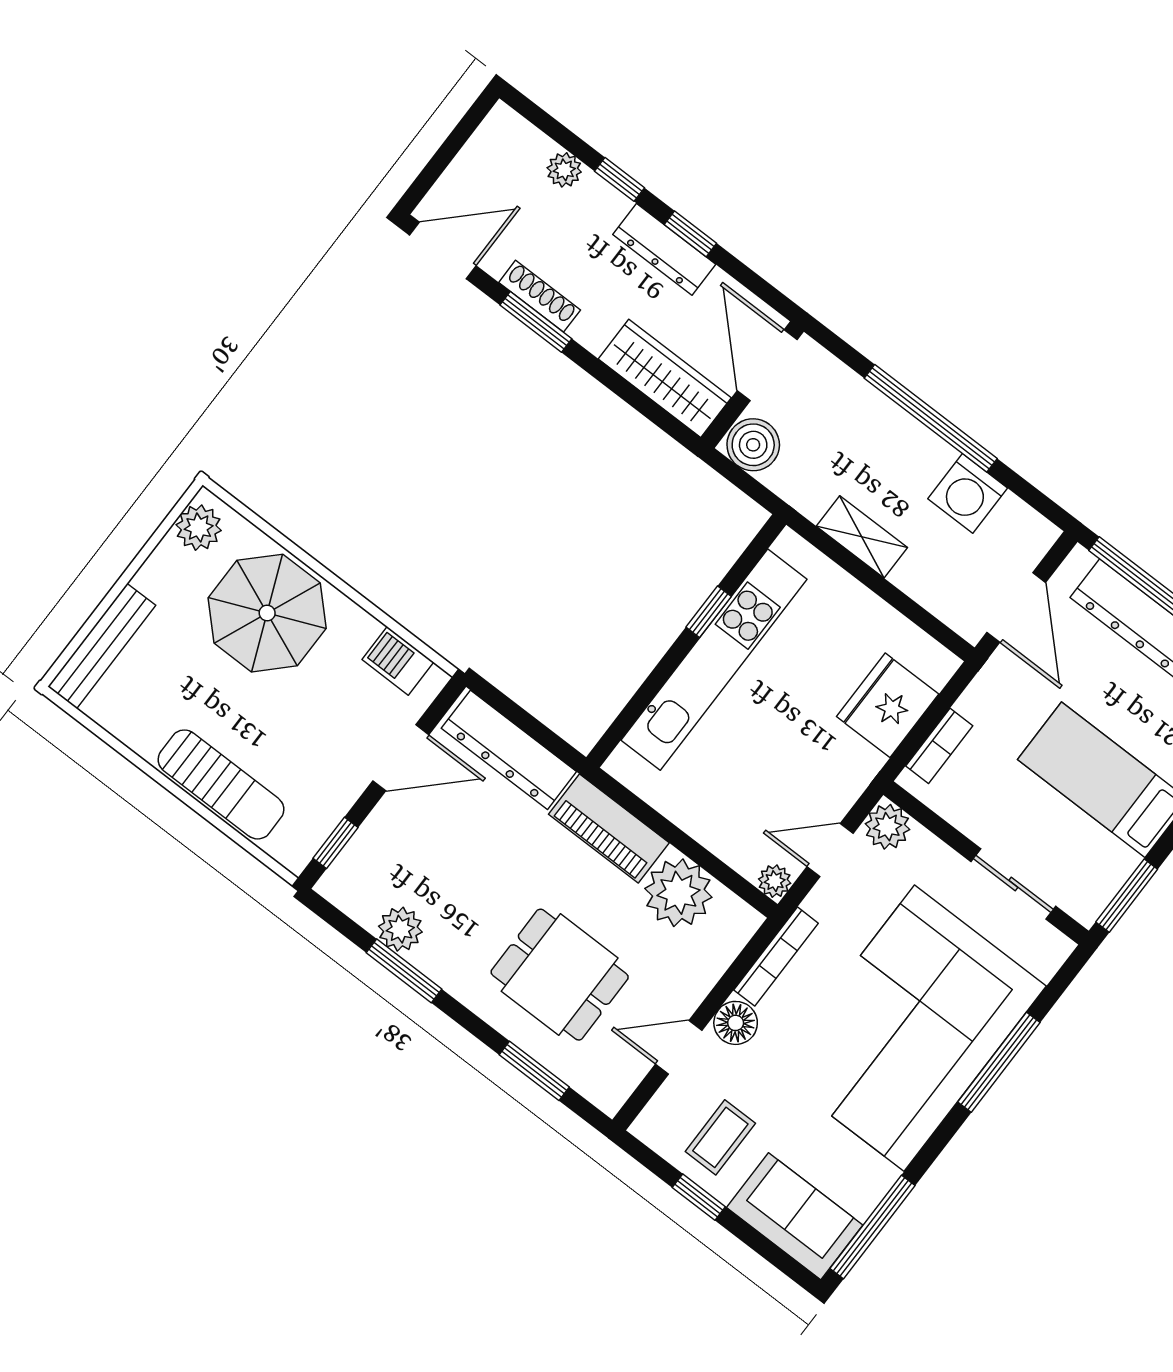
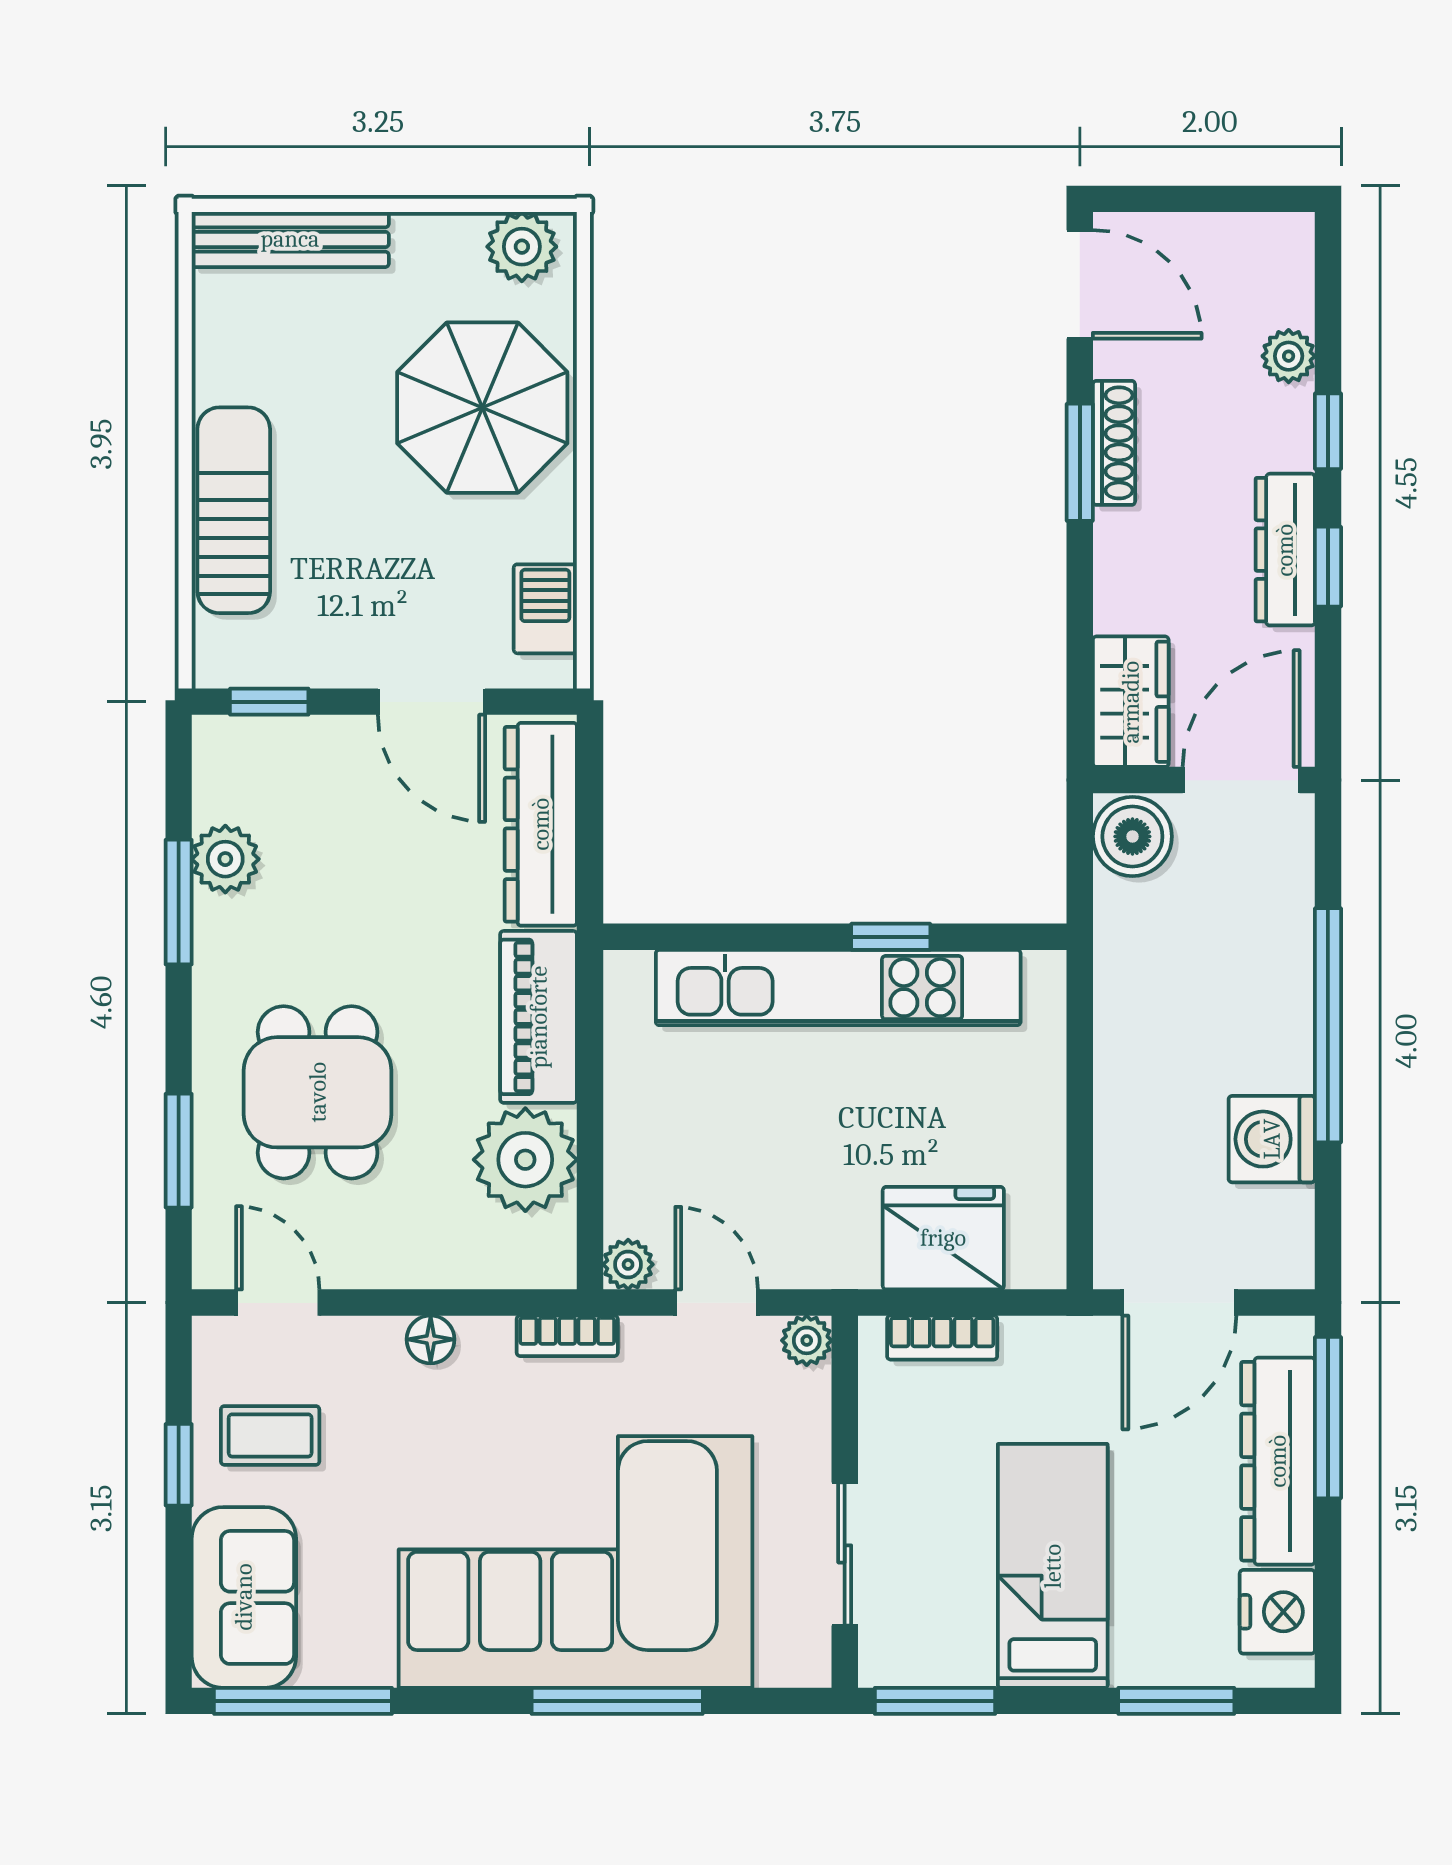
wardrobe: (665, 378) -> (1131, 702), width x0.67
shelving: (862, 537) -> (1122, 1052), removed
sun lounger: (221, 784) -> (234, 510), turned 180
plant: (887, 827) -> (807, 1340), width x0.73, depth x0.73
bookcase: (776, 957) -> (567, 1336), width x0.64
floor lamp: (736, 1023) -> (431, 1339), width x0.73, depth x0.73
door: (679, 1047) -> (278, 1303), moved

